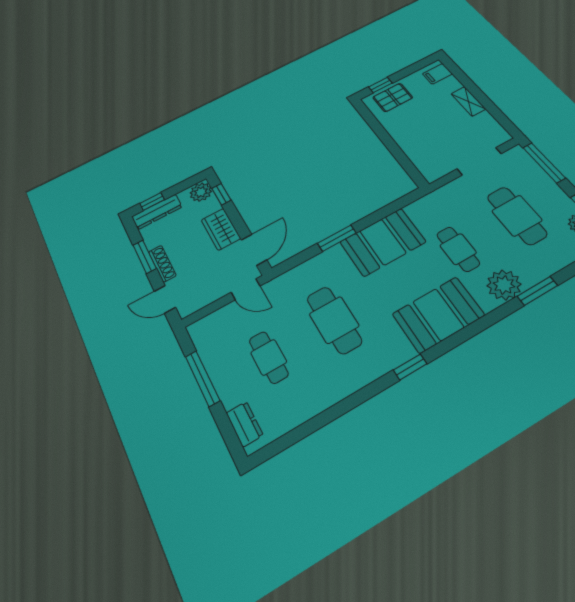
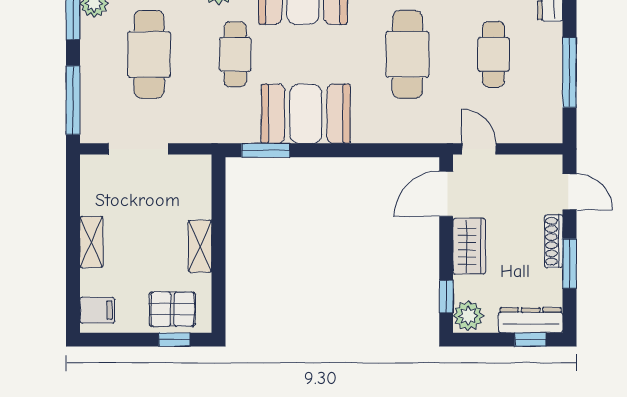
shelving: (400, 135) -> (200, 246), added
window: (337, 238) -> (266, 150), moved

